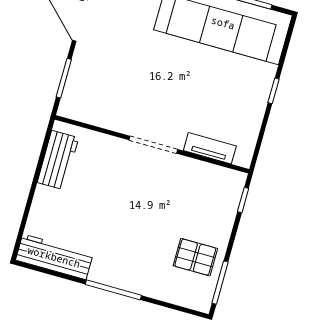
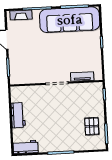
workbench: (58, 160) -> (18, 115), moved
workbench: (54, 257) -> (26, 147), width x0.73
pallet: (195, 257) -> (92, 126), turned 90

